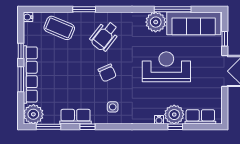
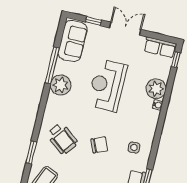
sofa: (194, 23) -> (73, 41), width x0.73
row of seats: (200, 117) -> (160, 47), moved, turned -90
window: (175, 127) -> (176, 60), moved

